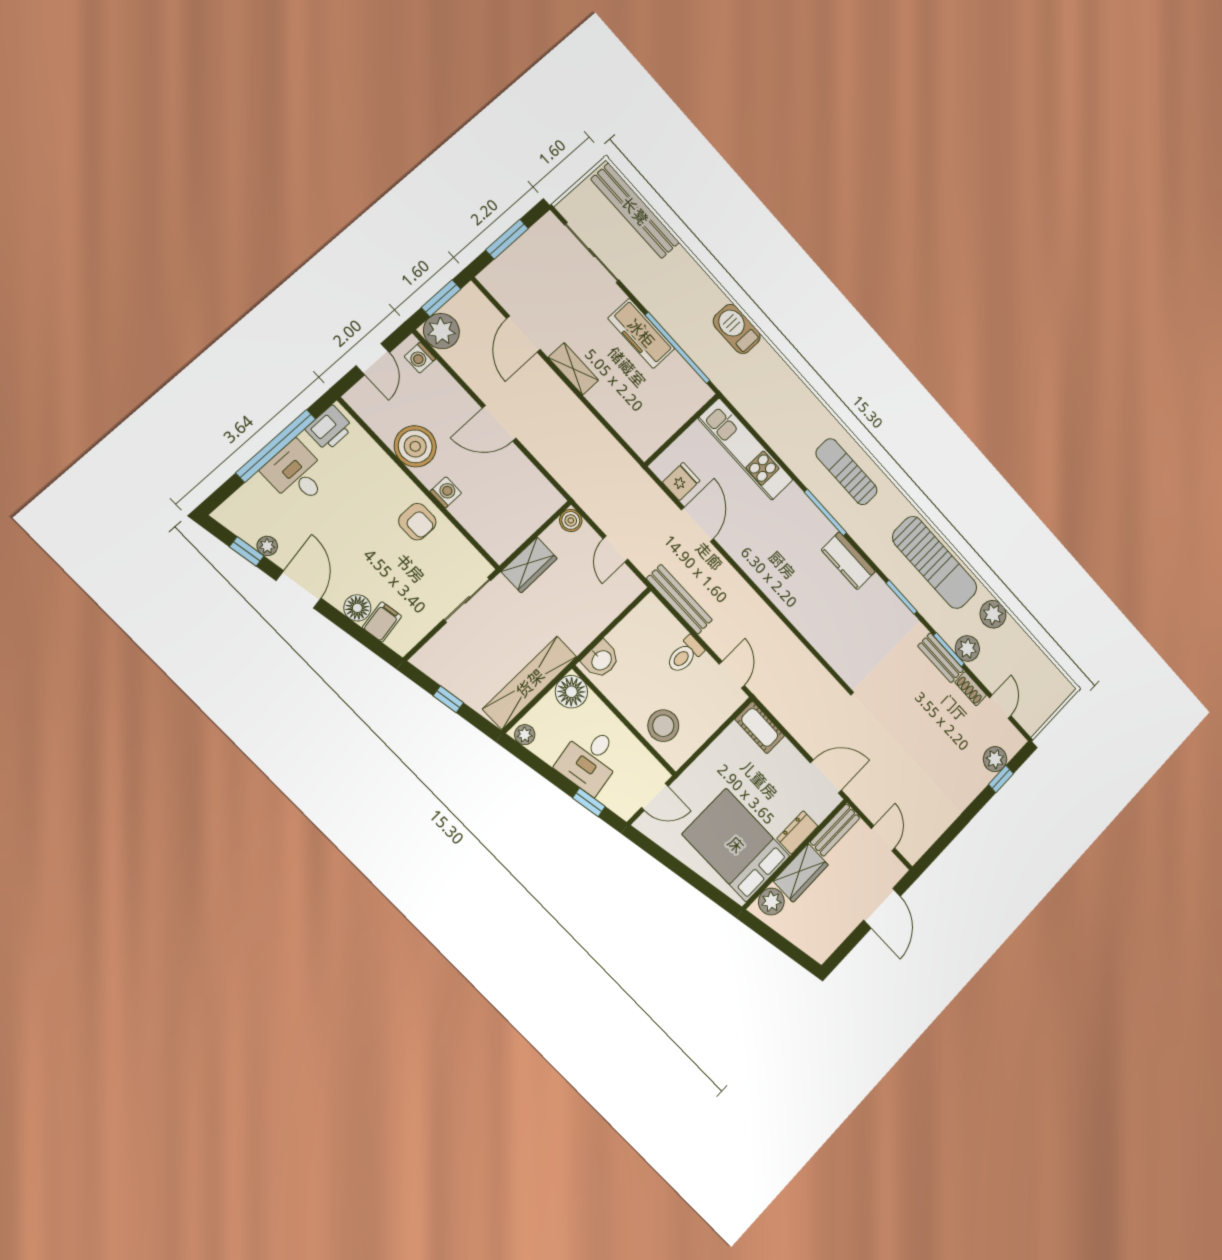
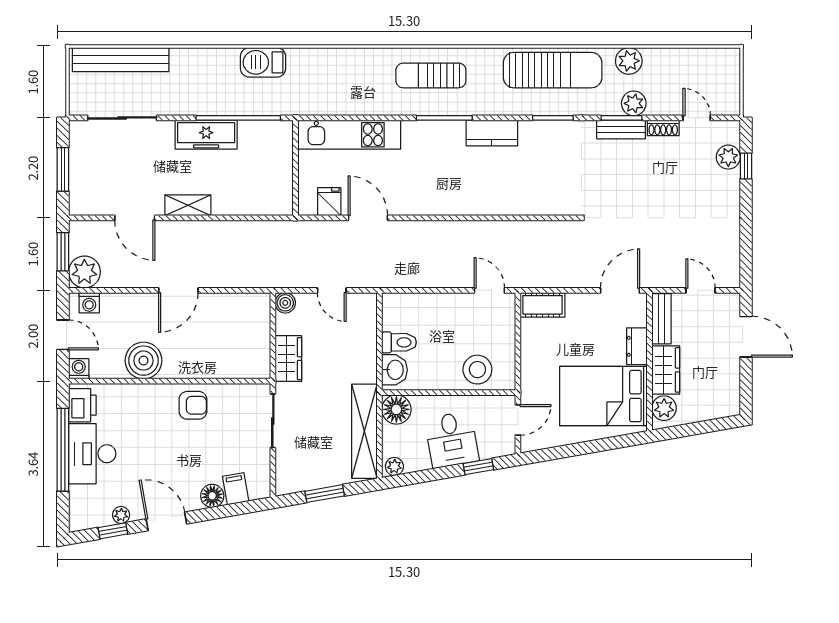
desk: (296, 474) -> (92, 454), width x1.37
washing machine: (446, 492) -> (79, 369), moved
bench: (679, 599) -> (406, 278), removed
toilet: (685, 655) -> (399, 342), moved, turned -90
window: (448, 699) -> (325, 494), width x1.50

